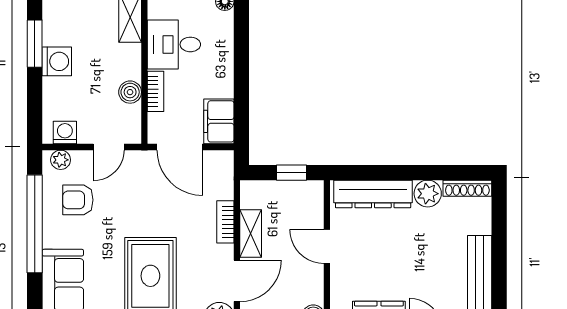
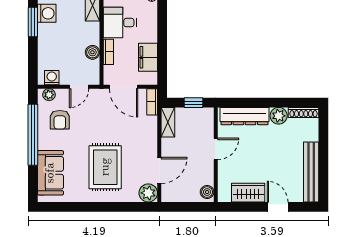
washing machine: (57, 61) -> (47, 13), moved
filing cabinet: (219, 121) -> (148, 57), moved
armchair: (78, 200) -> (60, 120), turned -90
bookcase: (225, 222) -> (152, 102), moved
shelving: (251, 234) -> (168, 122), moved
door: (327, 246) -> (216, 149), swing flipped

